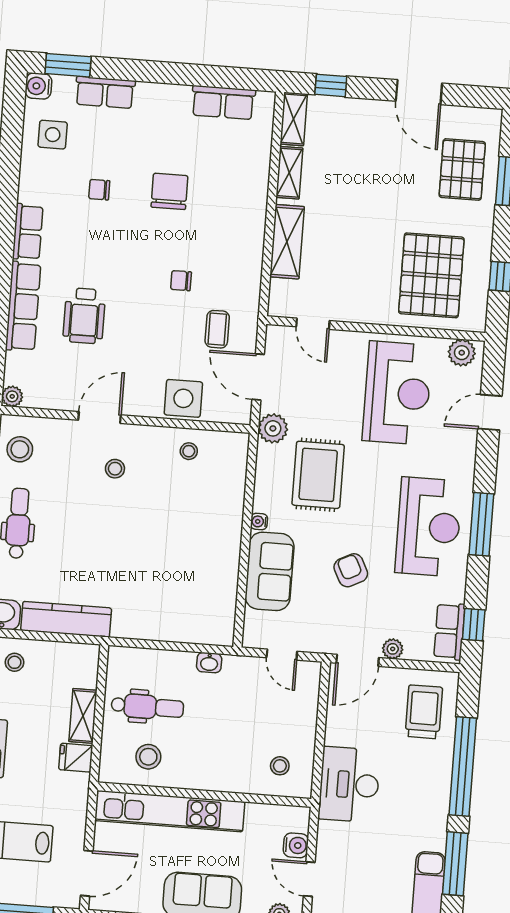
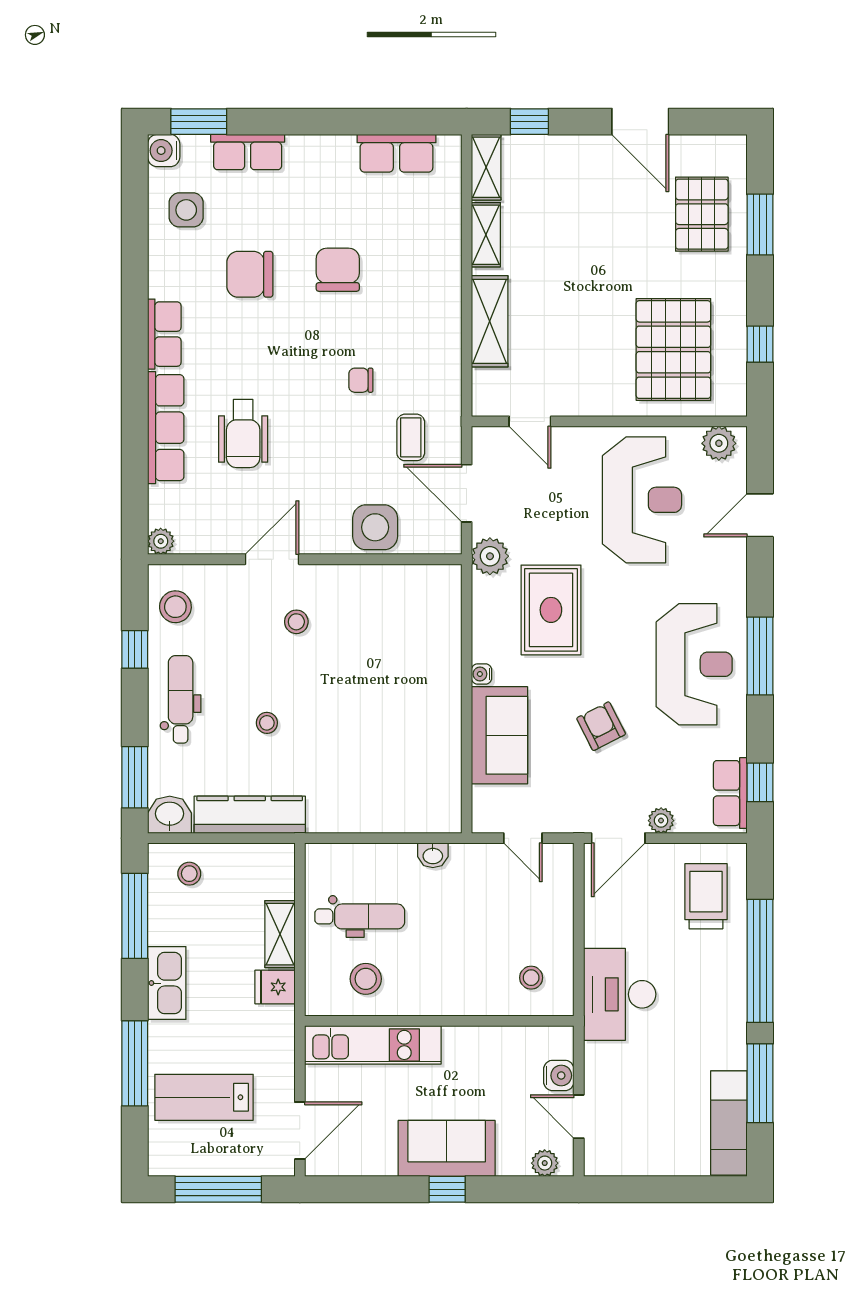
chair: (99, 190) -> (250, 274), width x1.87, depth x1.87
stool: (189, 451) -> (267, 723), moved
kitchen unit: (170, 811) -> (373, 1045), width x0.73

